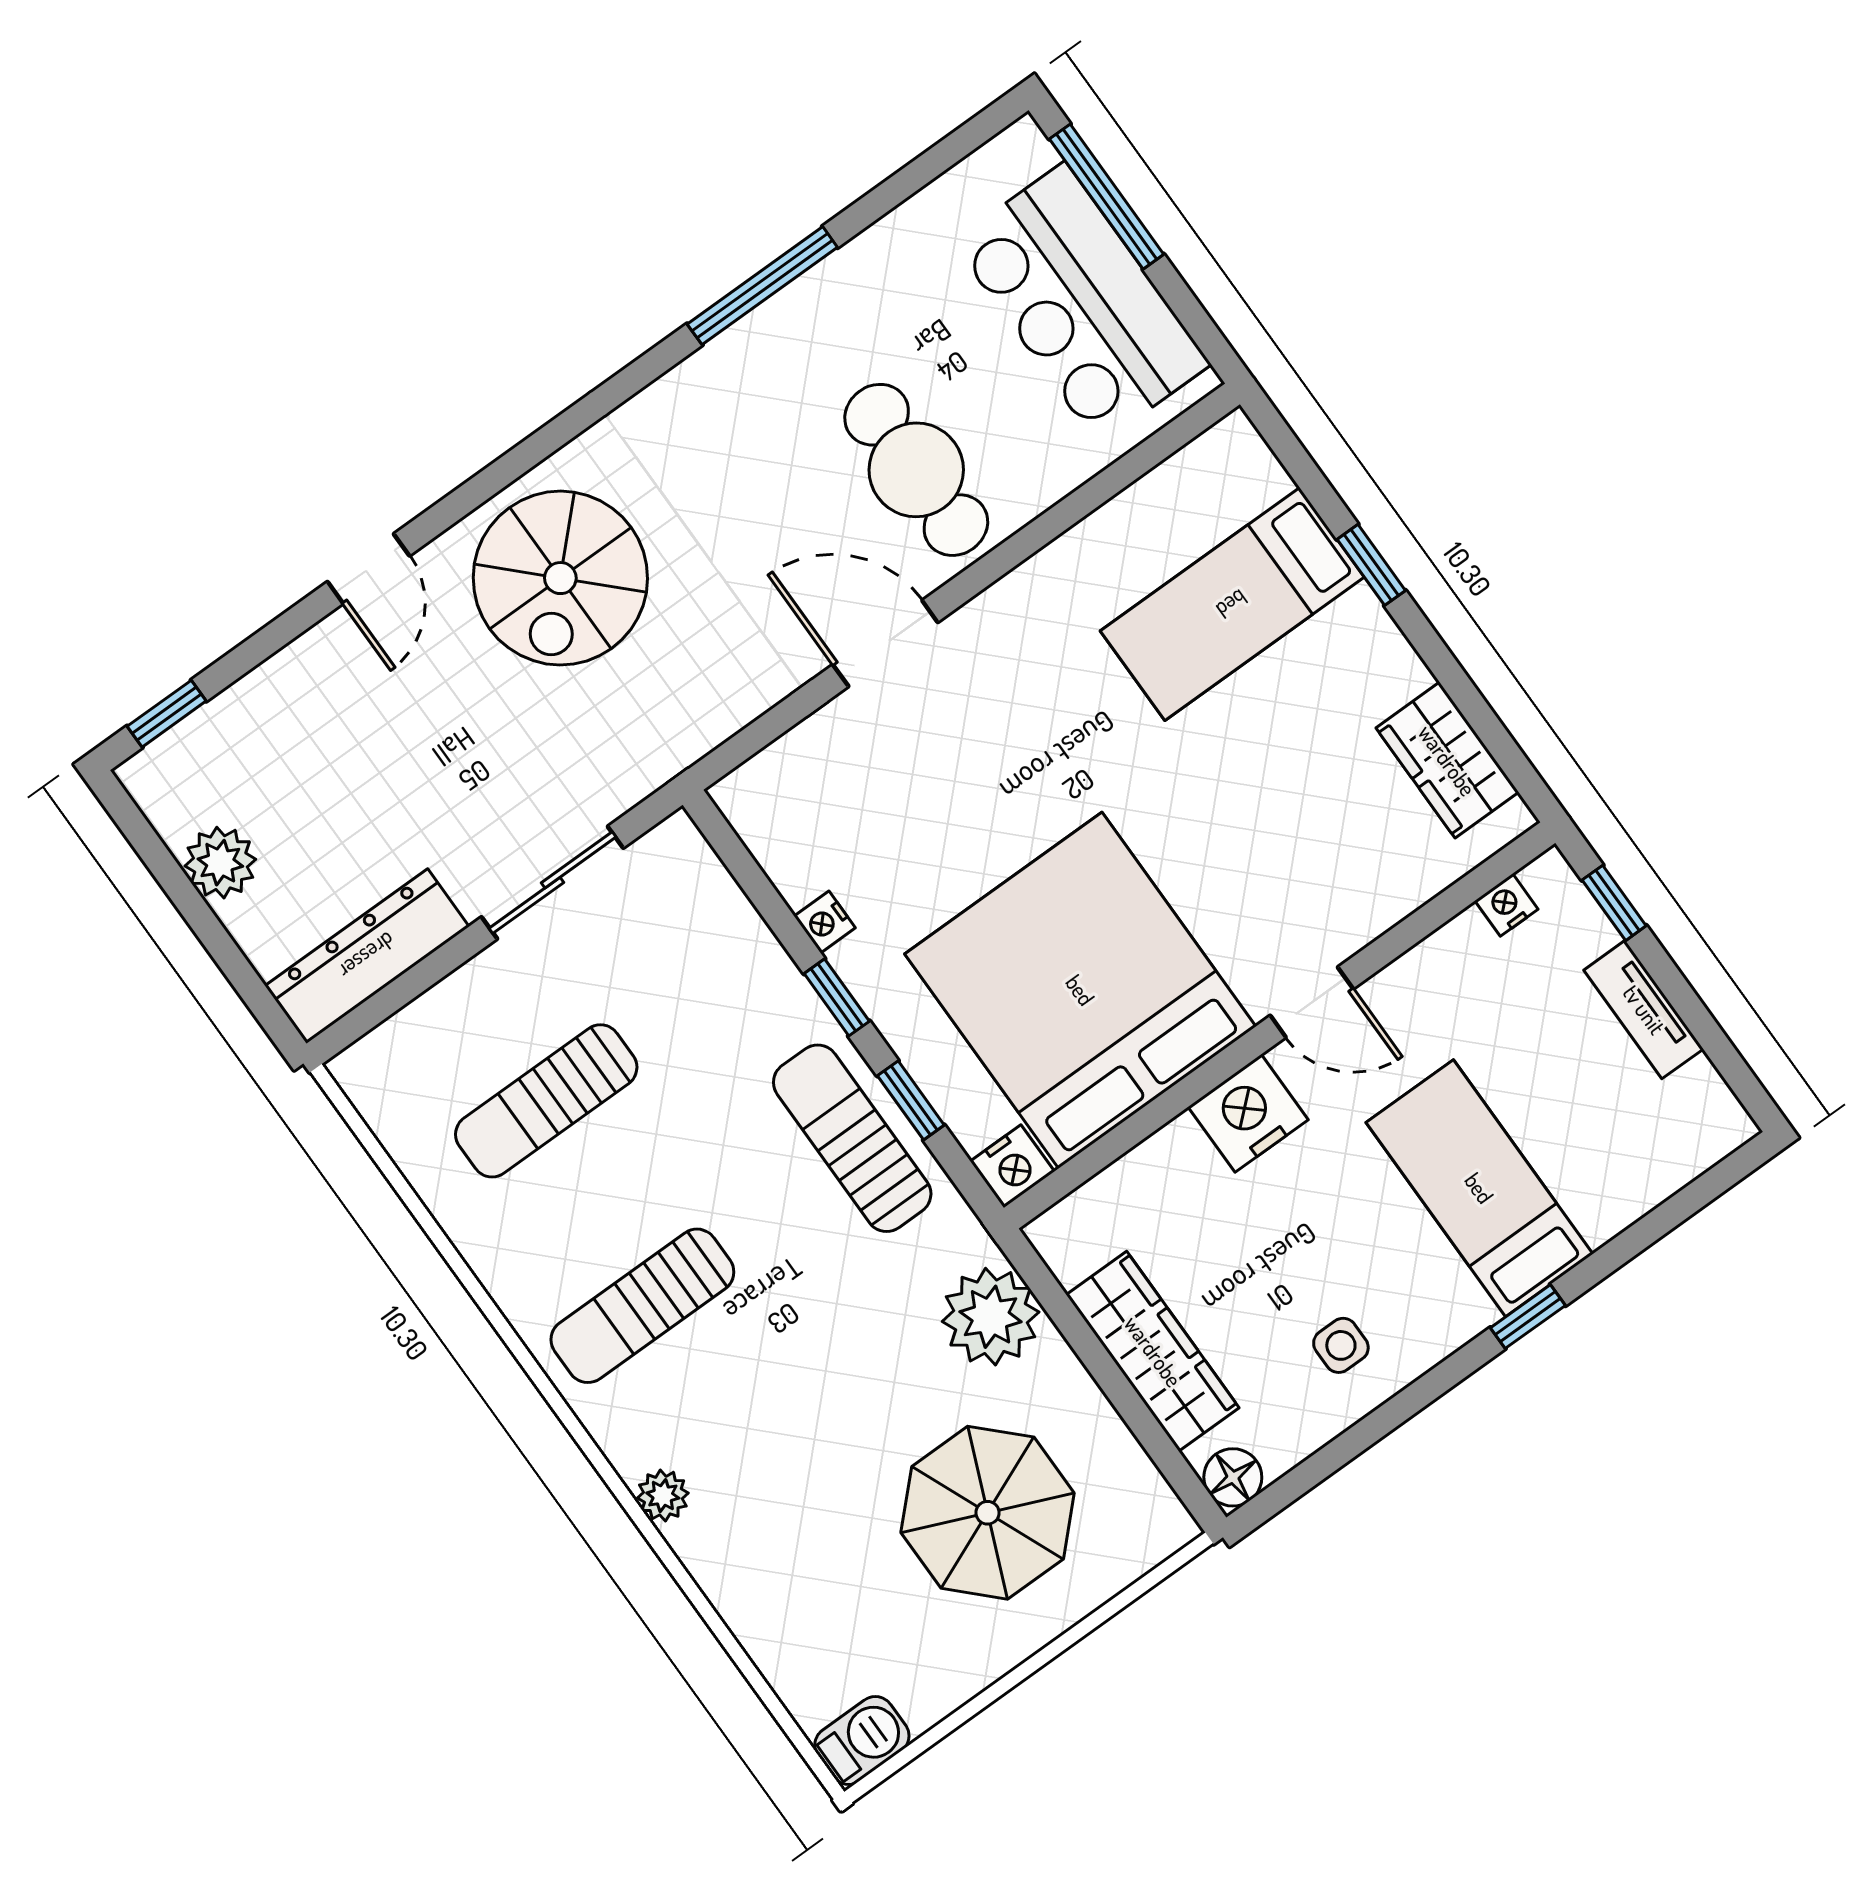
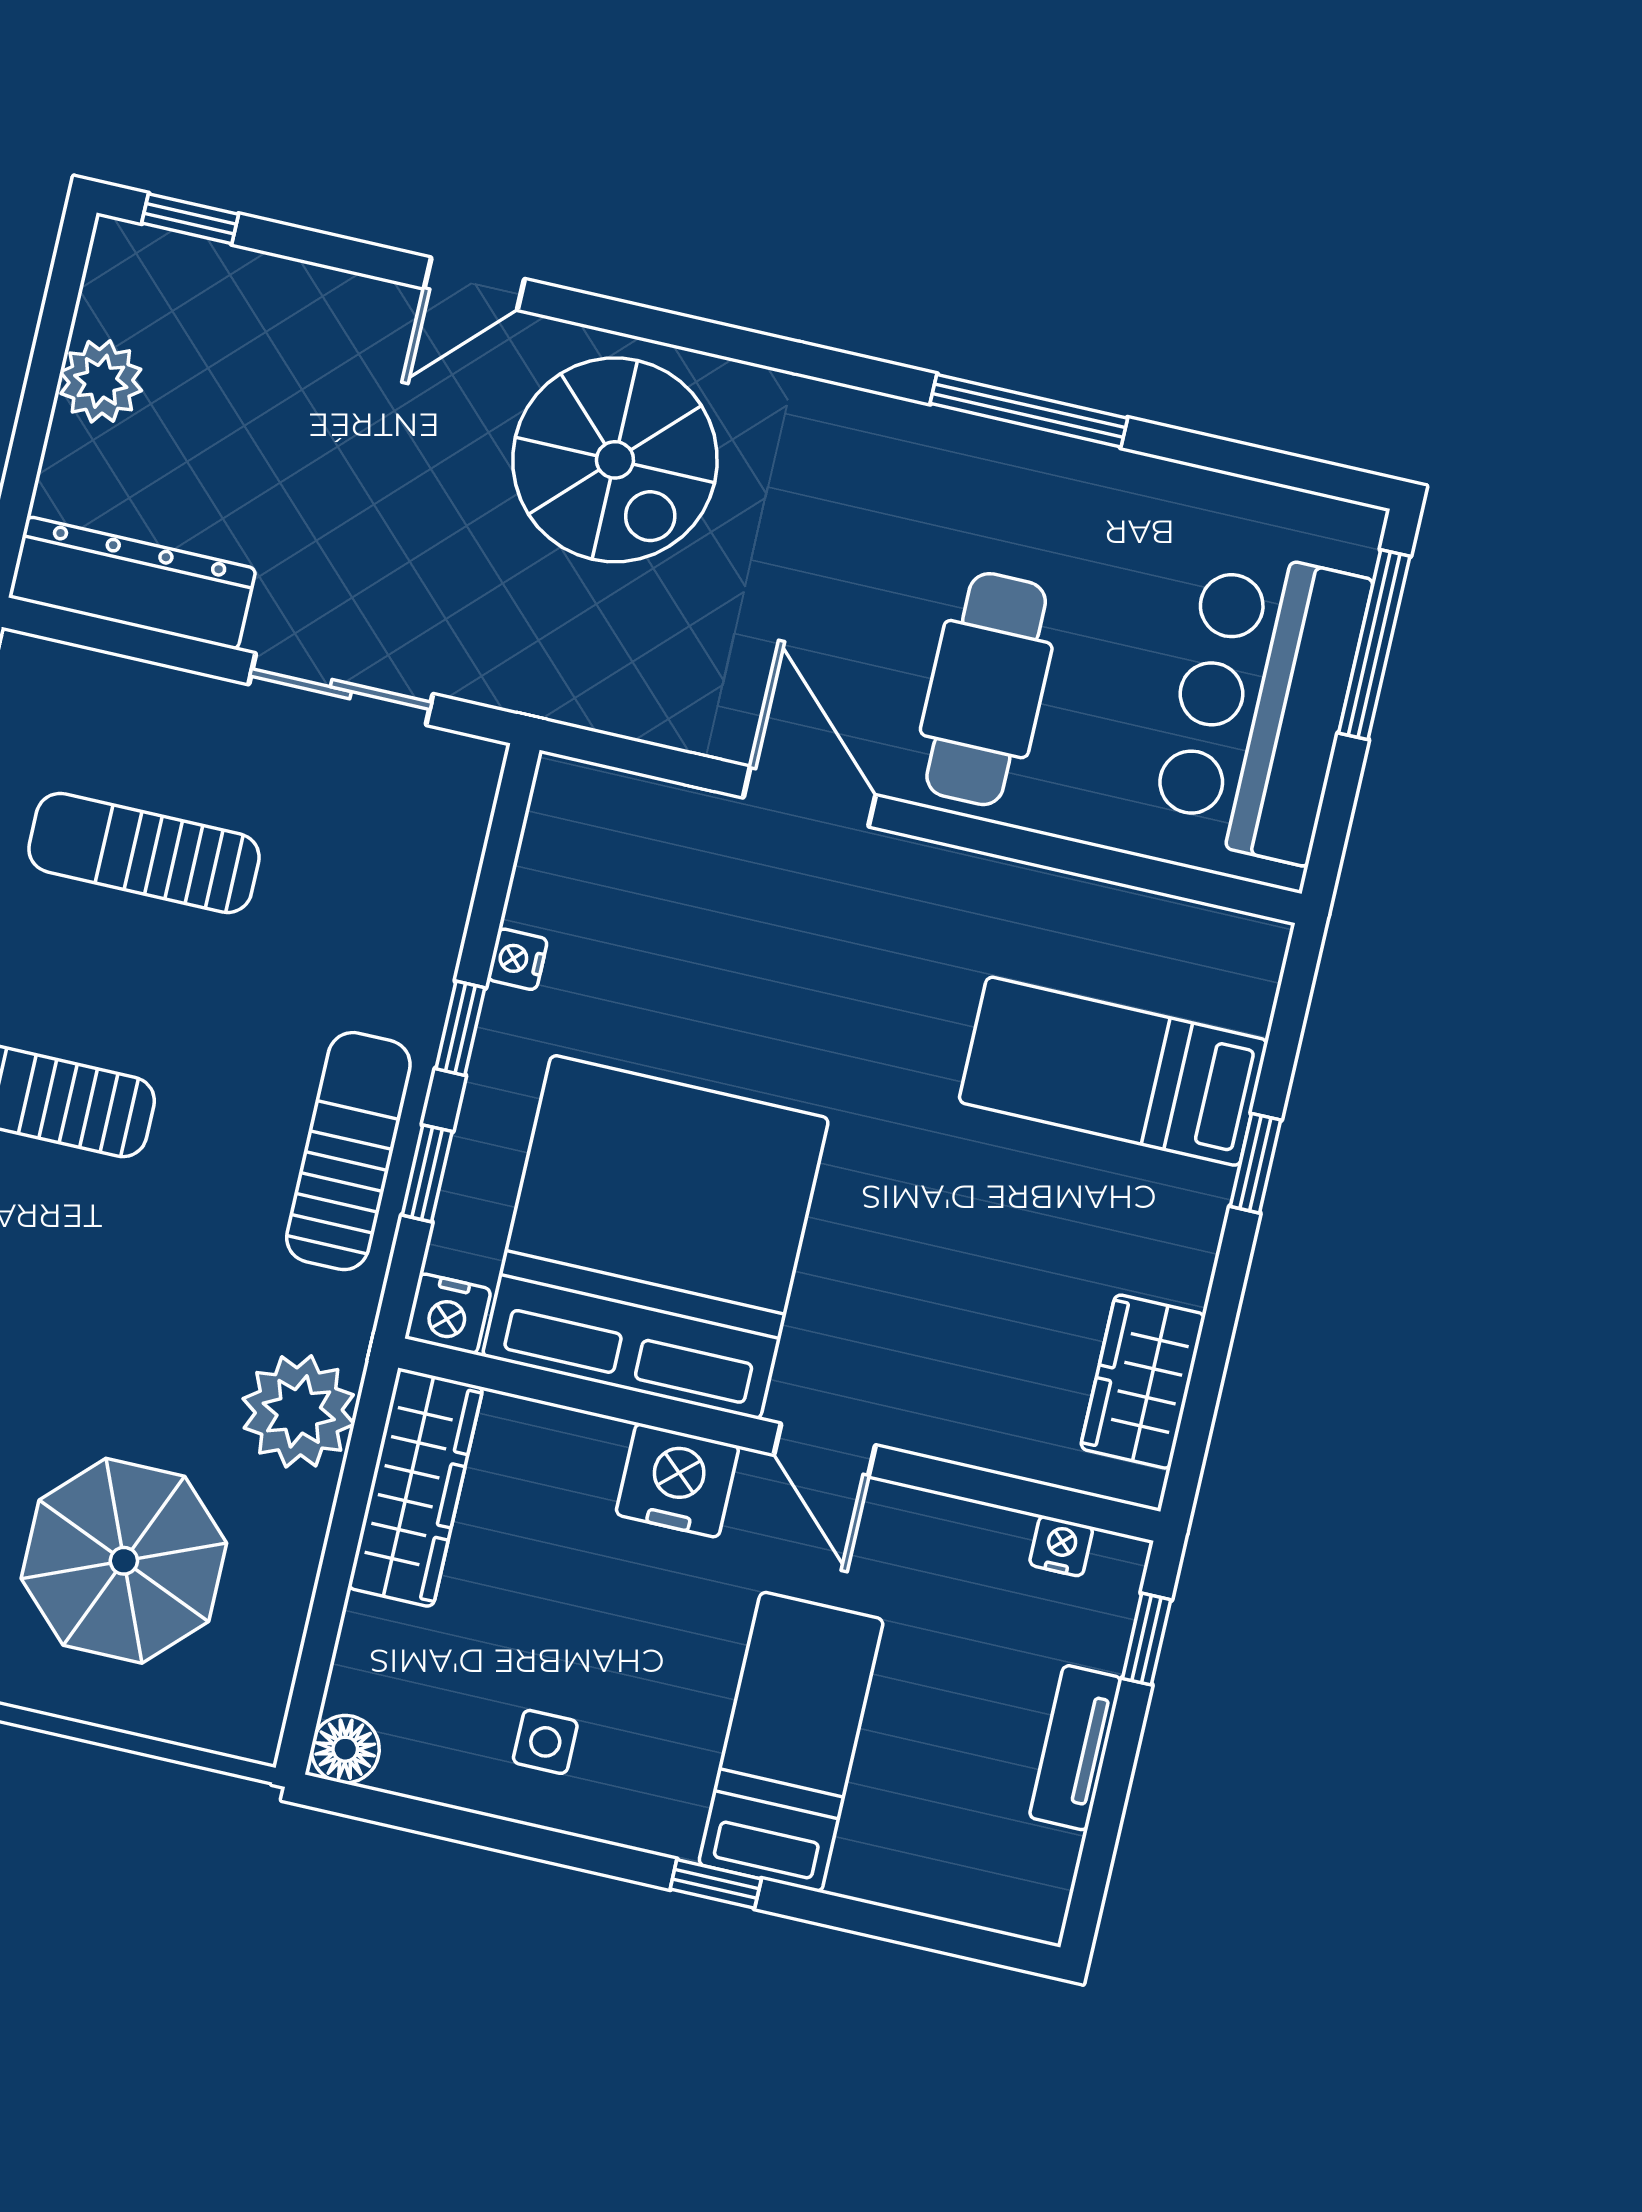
spiral stairs: (560, 578) -> (615, 460), turned -90
wardrobe: (1153, 1351) -> (415, 1488), moved

